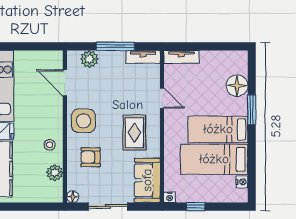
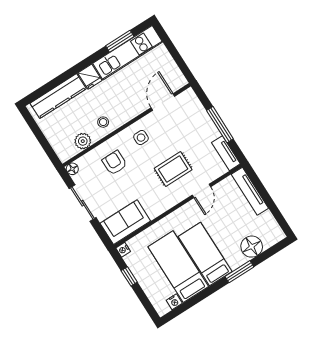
tv unit: (182, 57) -> (250, 191), width x1.41
plant: (89, 59) -> (196, 110), removed
side table: (83, 121) -> (141, 138), width x0.54, depth x0.54
rug: (134, 133) -> (173, 169), moved

